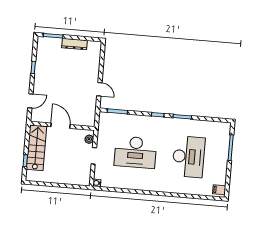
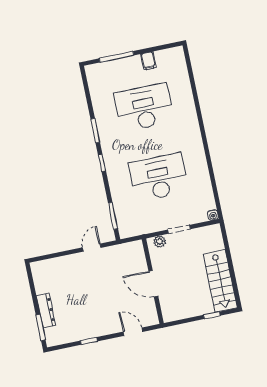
dresser: (74, 44) -> (46, 311), moved
door: (60, 126) -> (153, 284), hinge flipped
stairs: (36, 148) -> (220, 281), moved, turned -90
desk: (135, 152) -> (159, 177), turned -90
filing cabinet: (219, 190) -> (148, 61), moved

